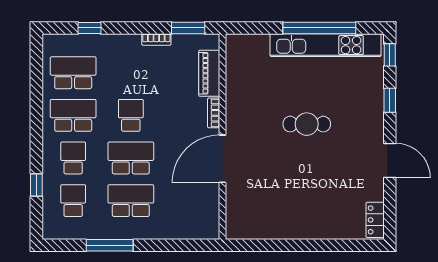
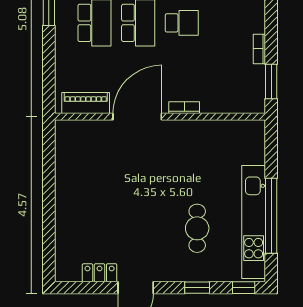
piano: (209, 73) -> (86, 103), moved
cafe table: (307, 124) -> (197, 228), moved
door: (222, 159) -> (137, 117), hinge flipped
locker: (375, 220) -> (100, 273), moved

